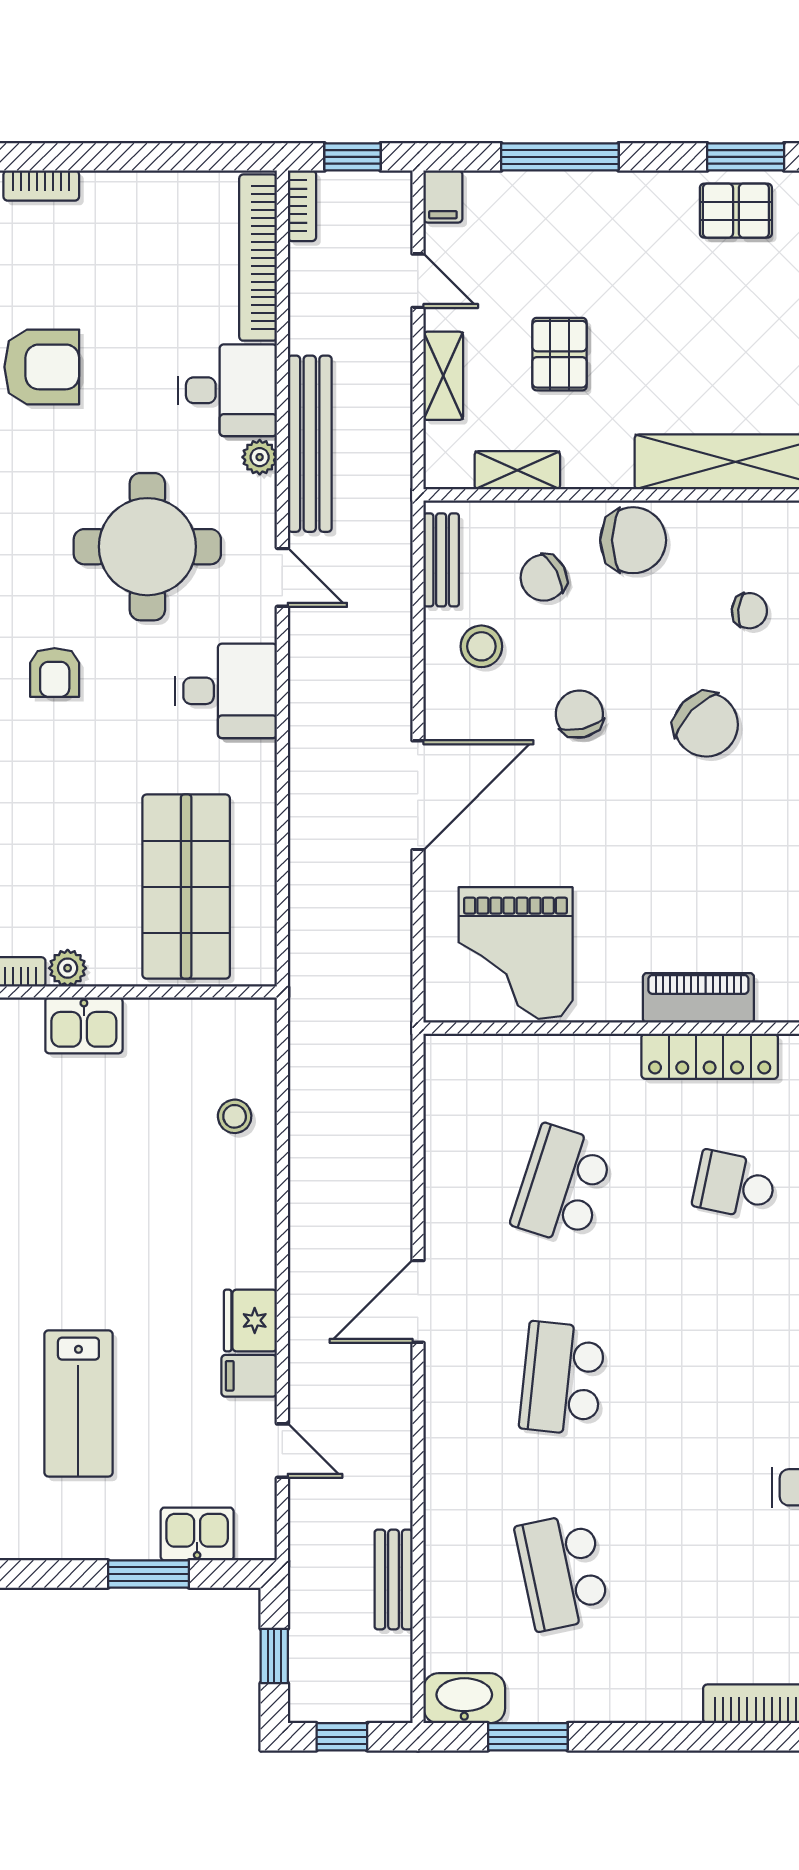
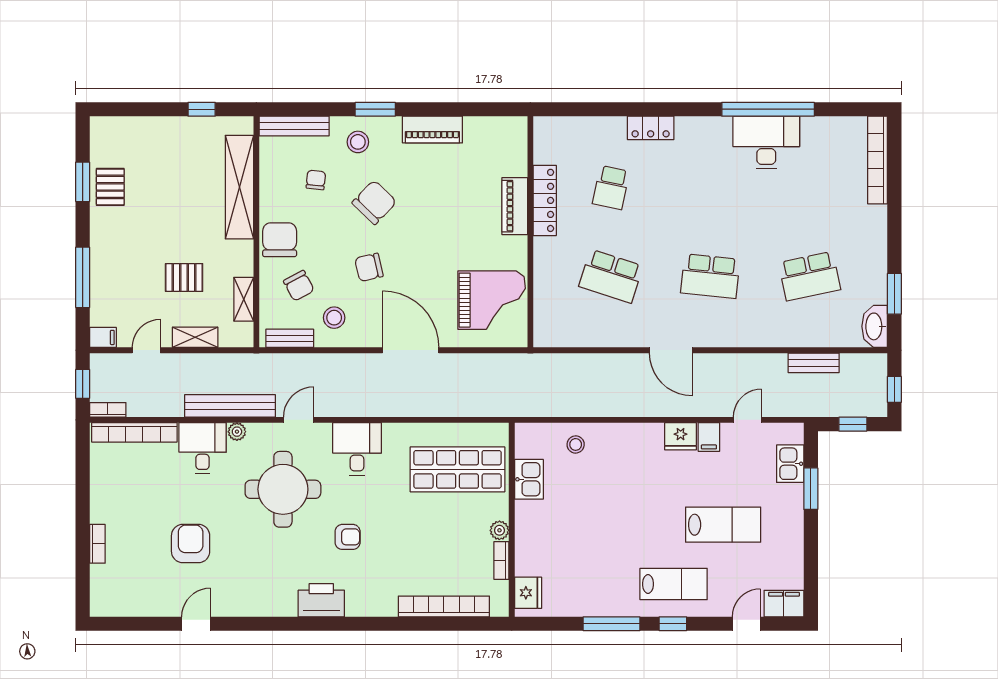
kitchen sink: (84, 1025) -> (529, 479), moved

